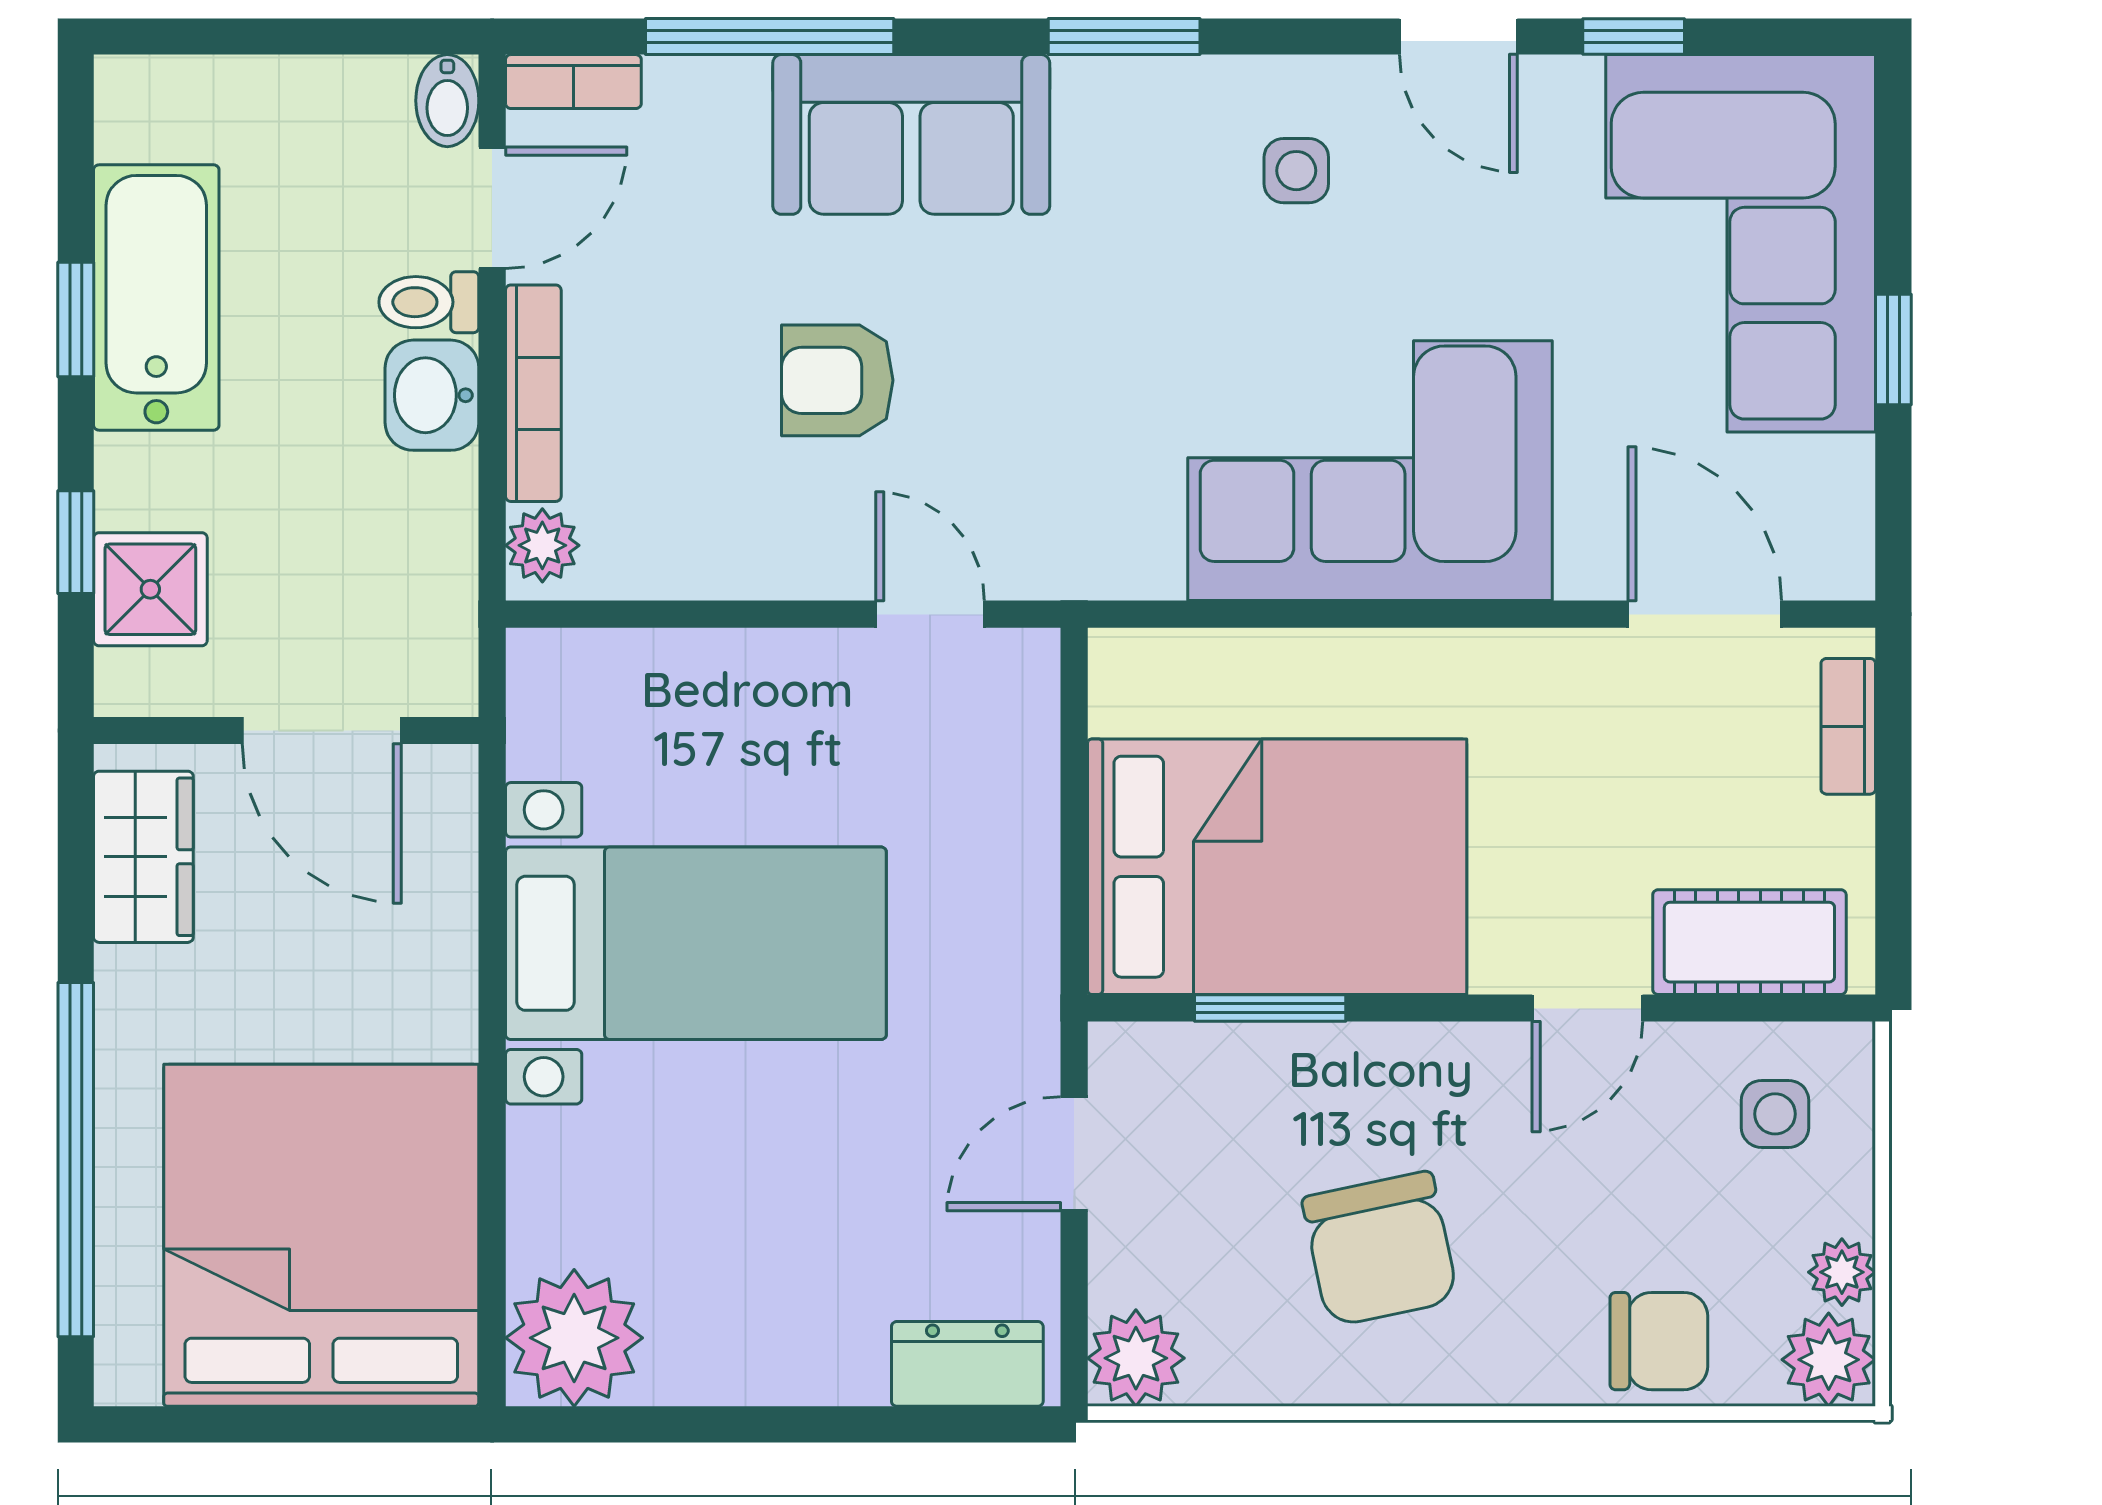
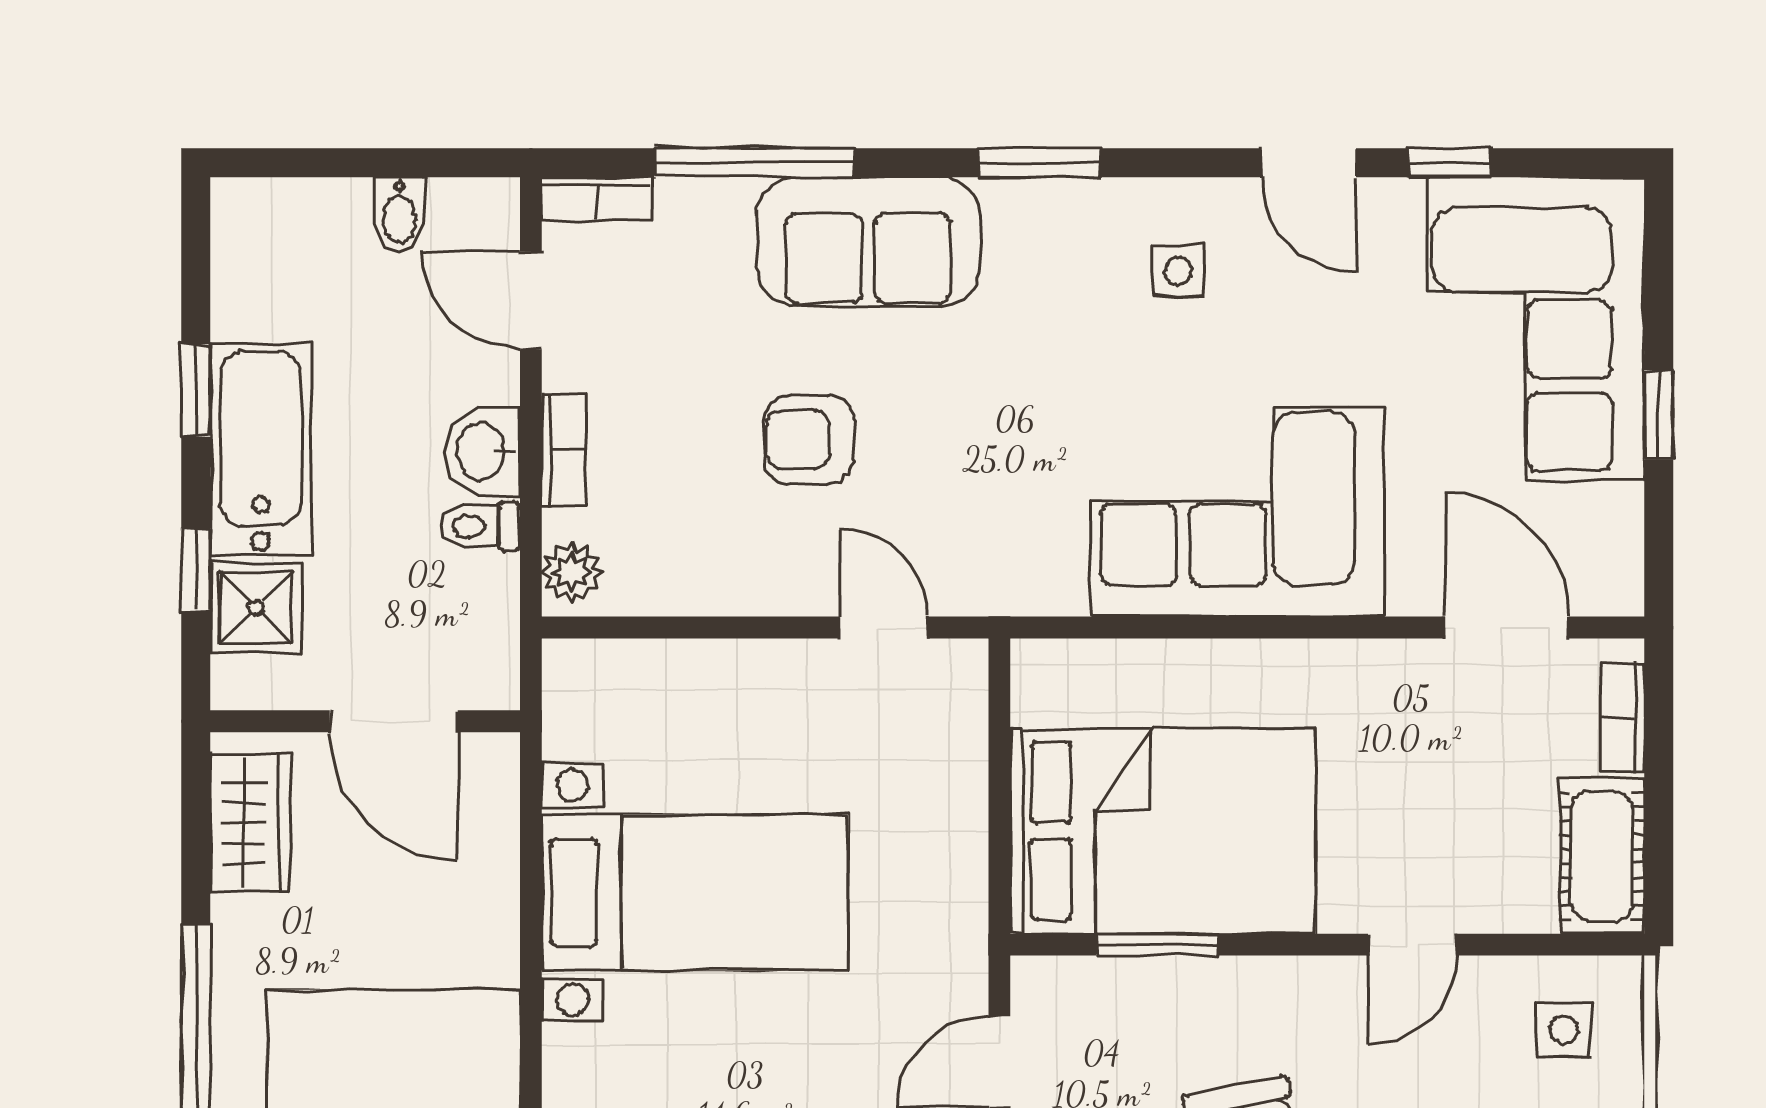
bidet: (447, 101) -> (399, 214), moved
door: (492, 208) -> (531, 301), swing flipped
bathtub: (156, 298) -> (261, 449), moved
toilet: (429, 302) -> (480, 526), moved
bookcase: (533, 393) -> (564, 450), width x0.64
cot: (1749, 942) -> (1602, 856), moved, turned 90

